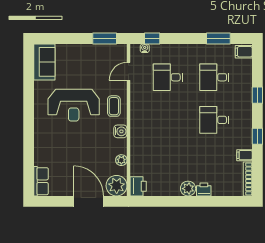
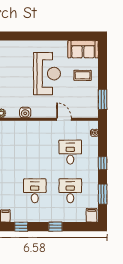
window: (152, 38) -> (103, 163), moved
door: (128, 71) -> (64, 119), moved
reception desk: (74, 105) -> (47, 74), turned 180
coffee table: (114, 106) -> (83, 75), moved

